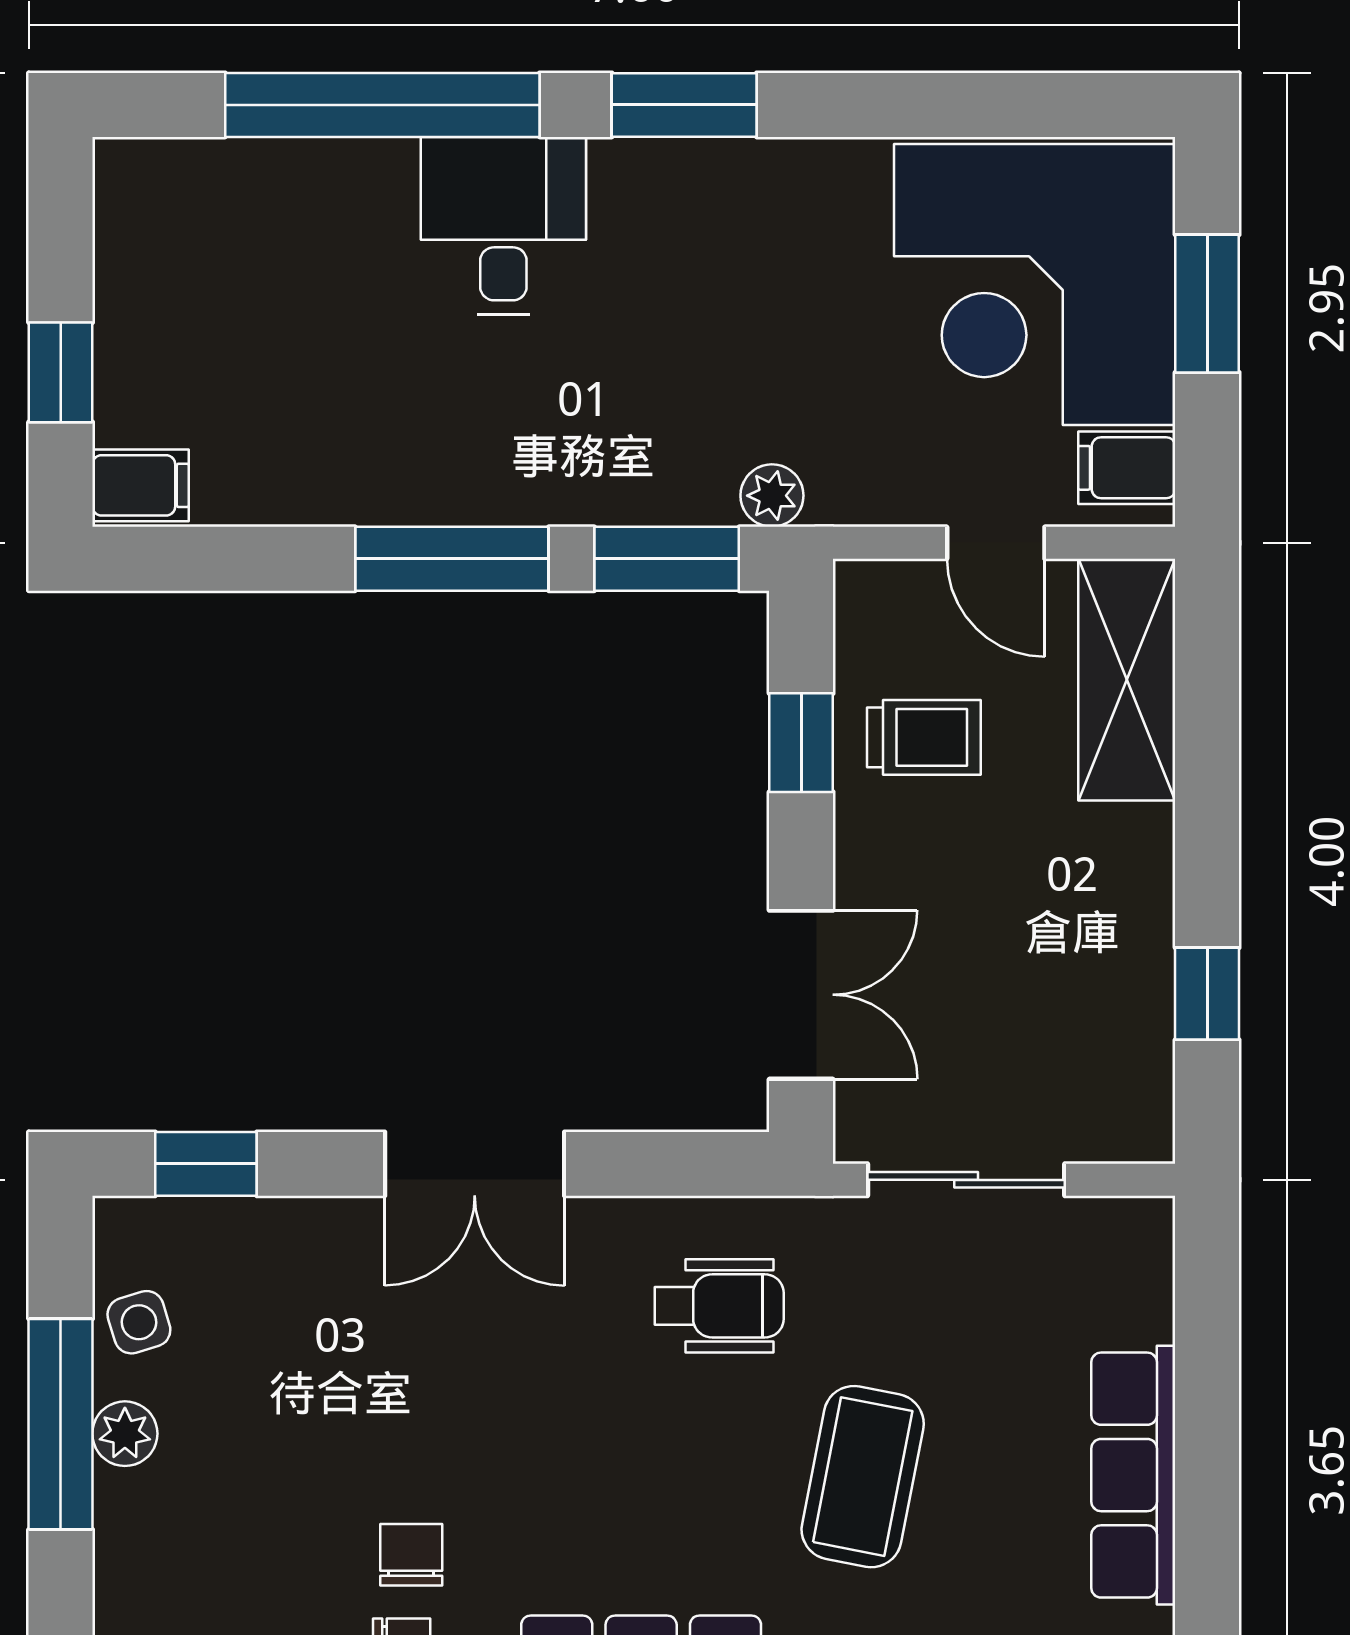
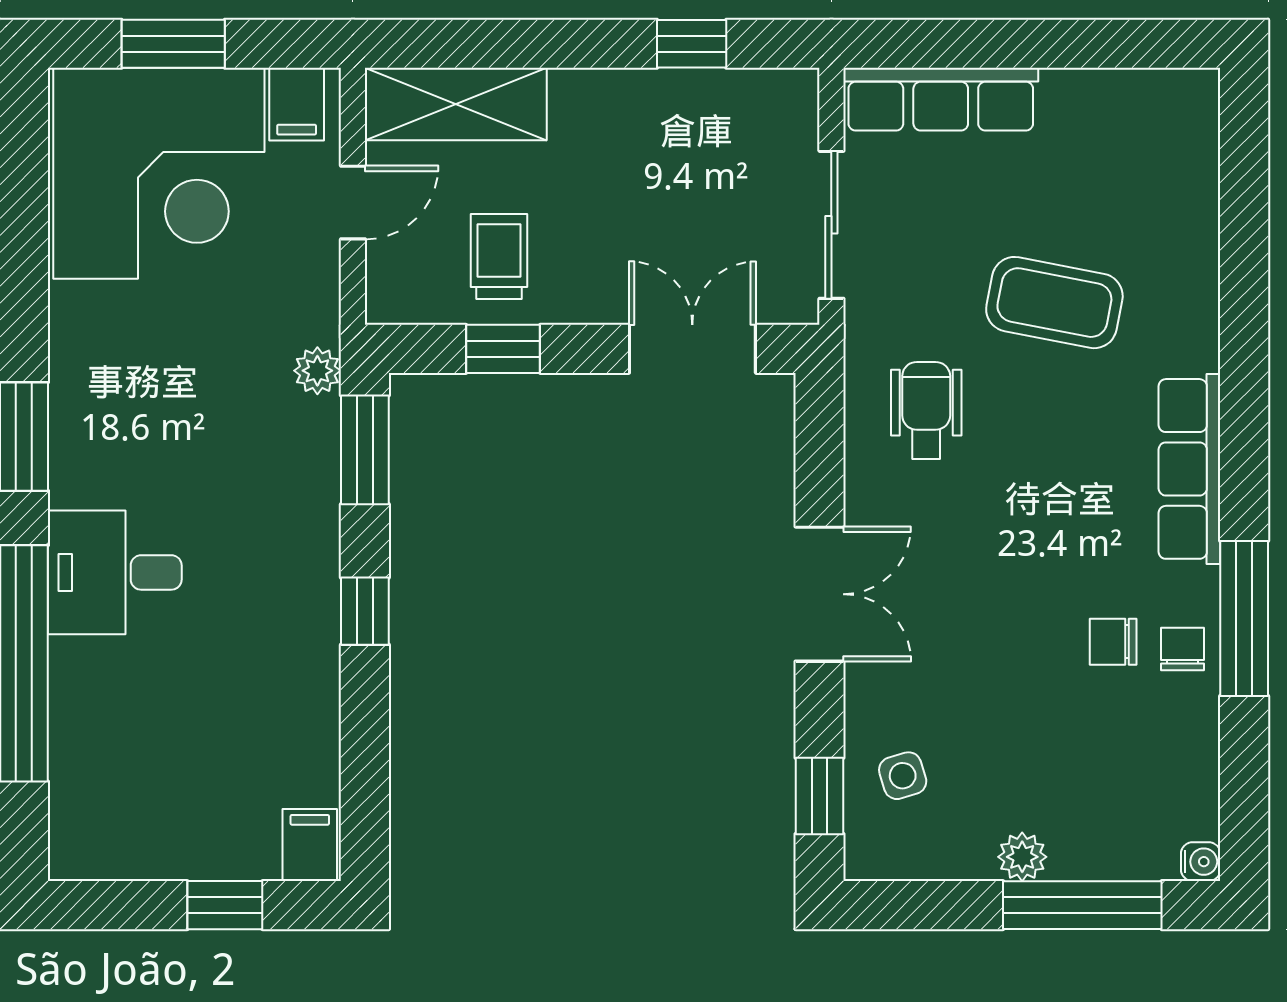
window: (452, 559) -> (365, 611), width x0.46
side table: (139, 1322) -> (903, 776), moved
window: (61, 1424) -> (1082, 905), moved
row of seats: (1133, 1475) -> (941, 99), moved

